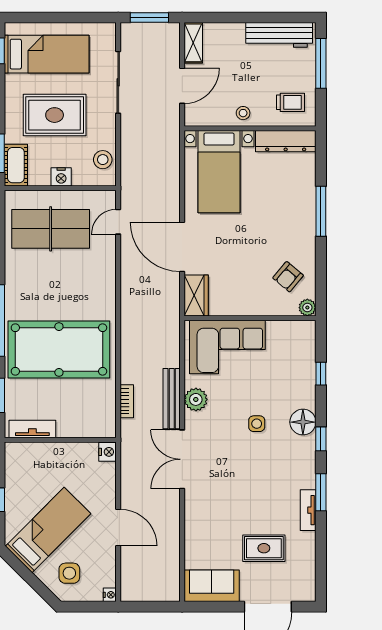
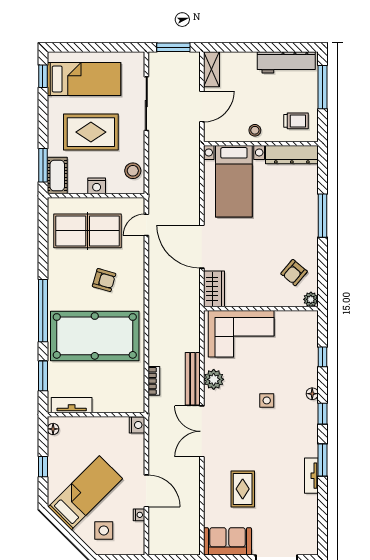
armchair: (70, 285) -> (104, 280), added
floor lamp: (303, 422) -> (312, 394), width x0.53, depth x0.53
floor lamp: (11, 456) -> (53, 429), added
rug: (264, 548) -> (243, 489), moved, turned 90
nightstand: (110, 595) -> (139, 515), moved

